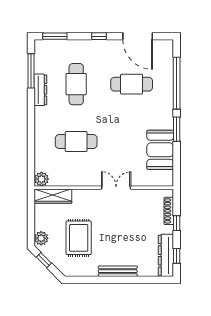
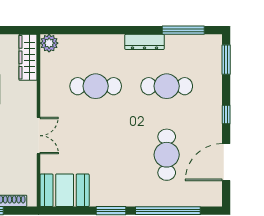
dresser: (40, 90) -> (145, 42), moved
cafe table: (76, 142) -> (96, 86), turned 90
booth: (160, 150) -> (65, 190), moved

